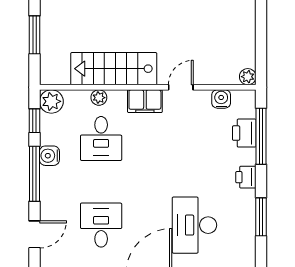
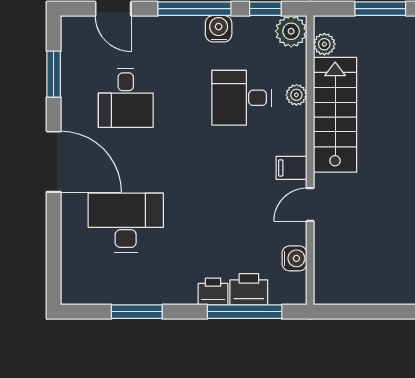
plant: (248, 77) -> (324, 44), moved
door: (181, 87) -> (310, 204), swing flipped
filing cabinet: (145, 101) -> (291, 168), width x0.50
printer: (246, 177) -> (213, 292), moved
desk: (101, 225) -> (126, 98), turned 90

